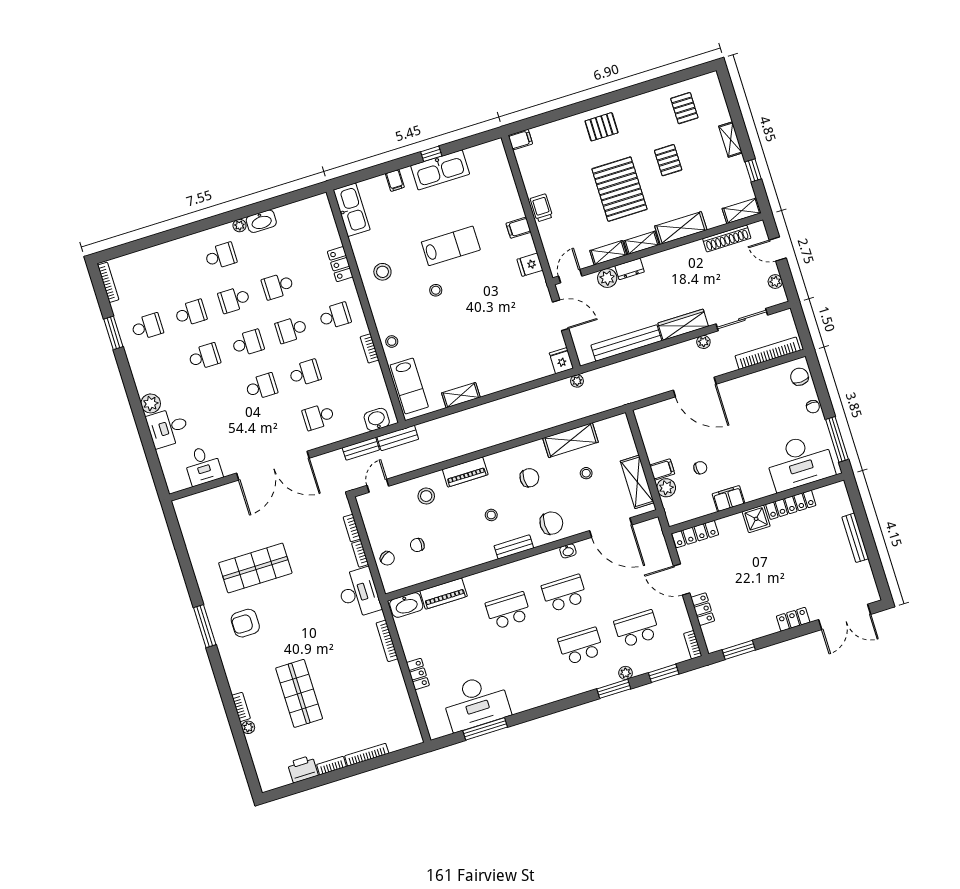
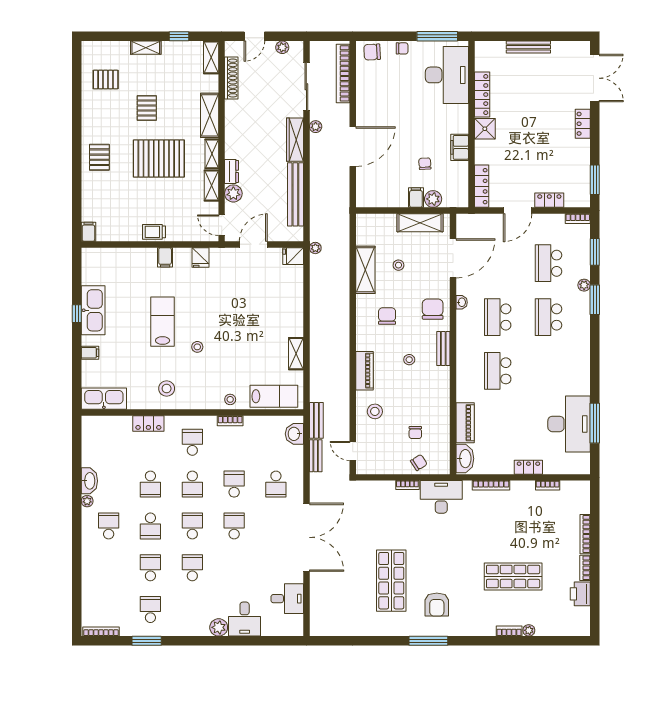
pallet: (668, 160) -> (147, 108), turned 90
bookcase: (352, 528) -> (548, 485), moved

